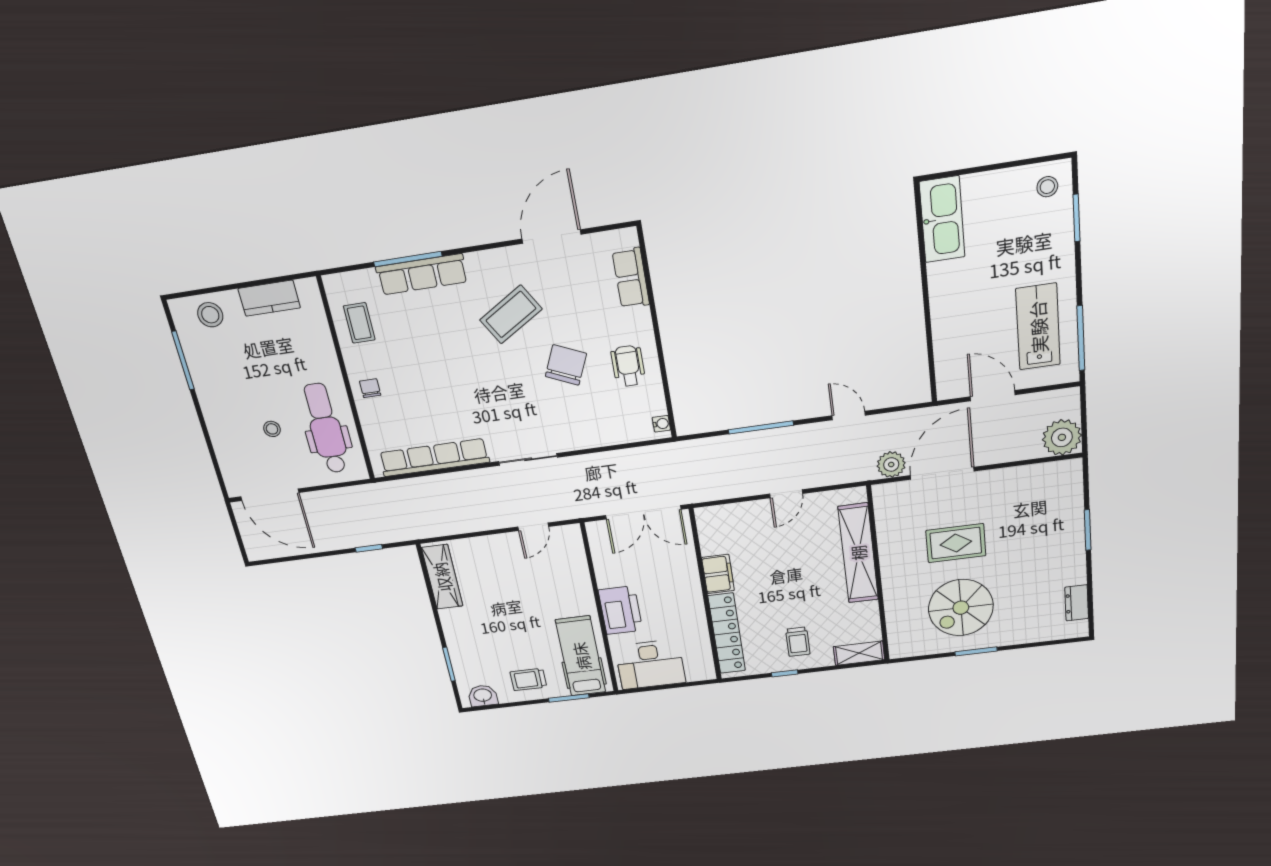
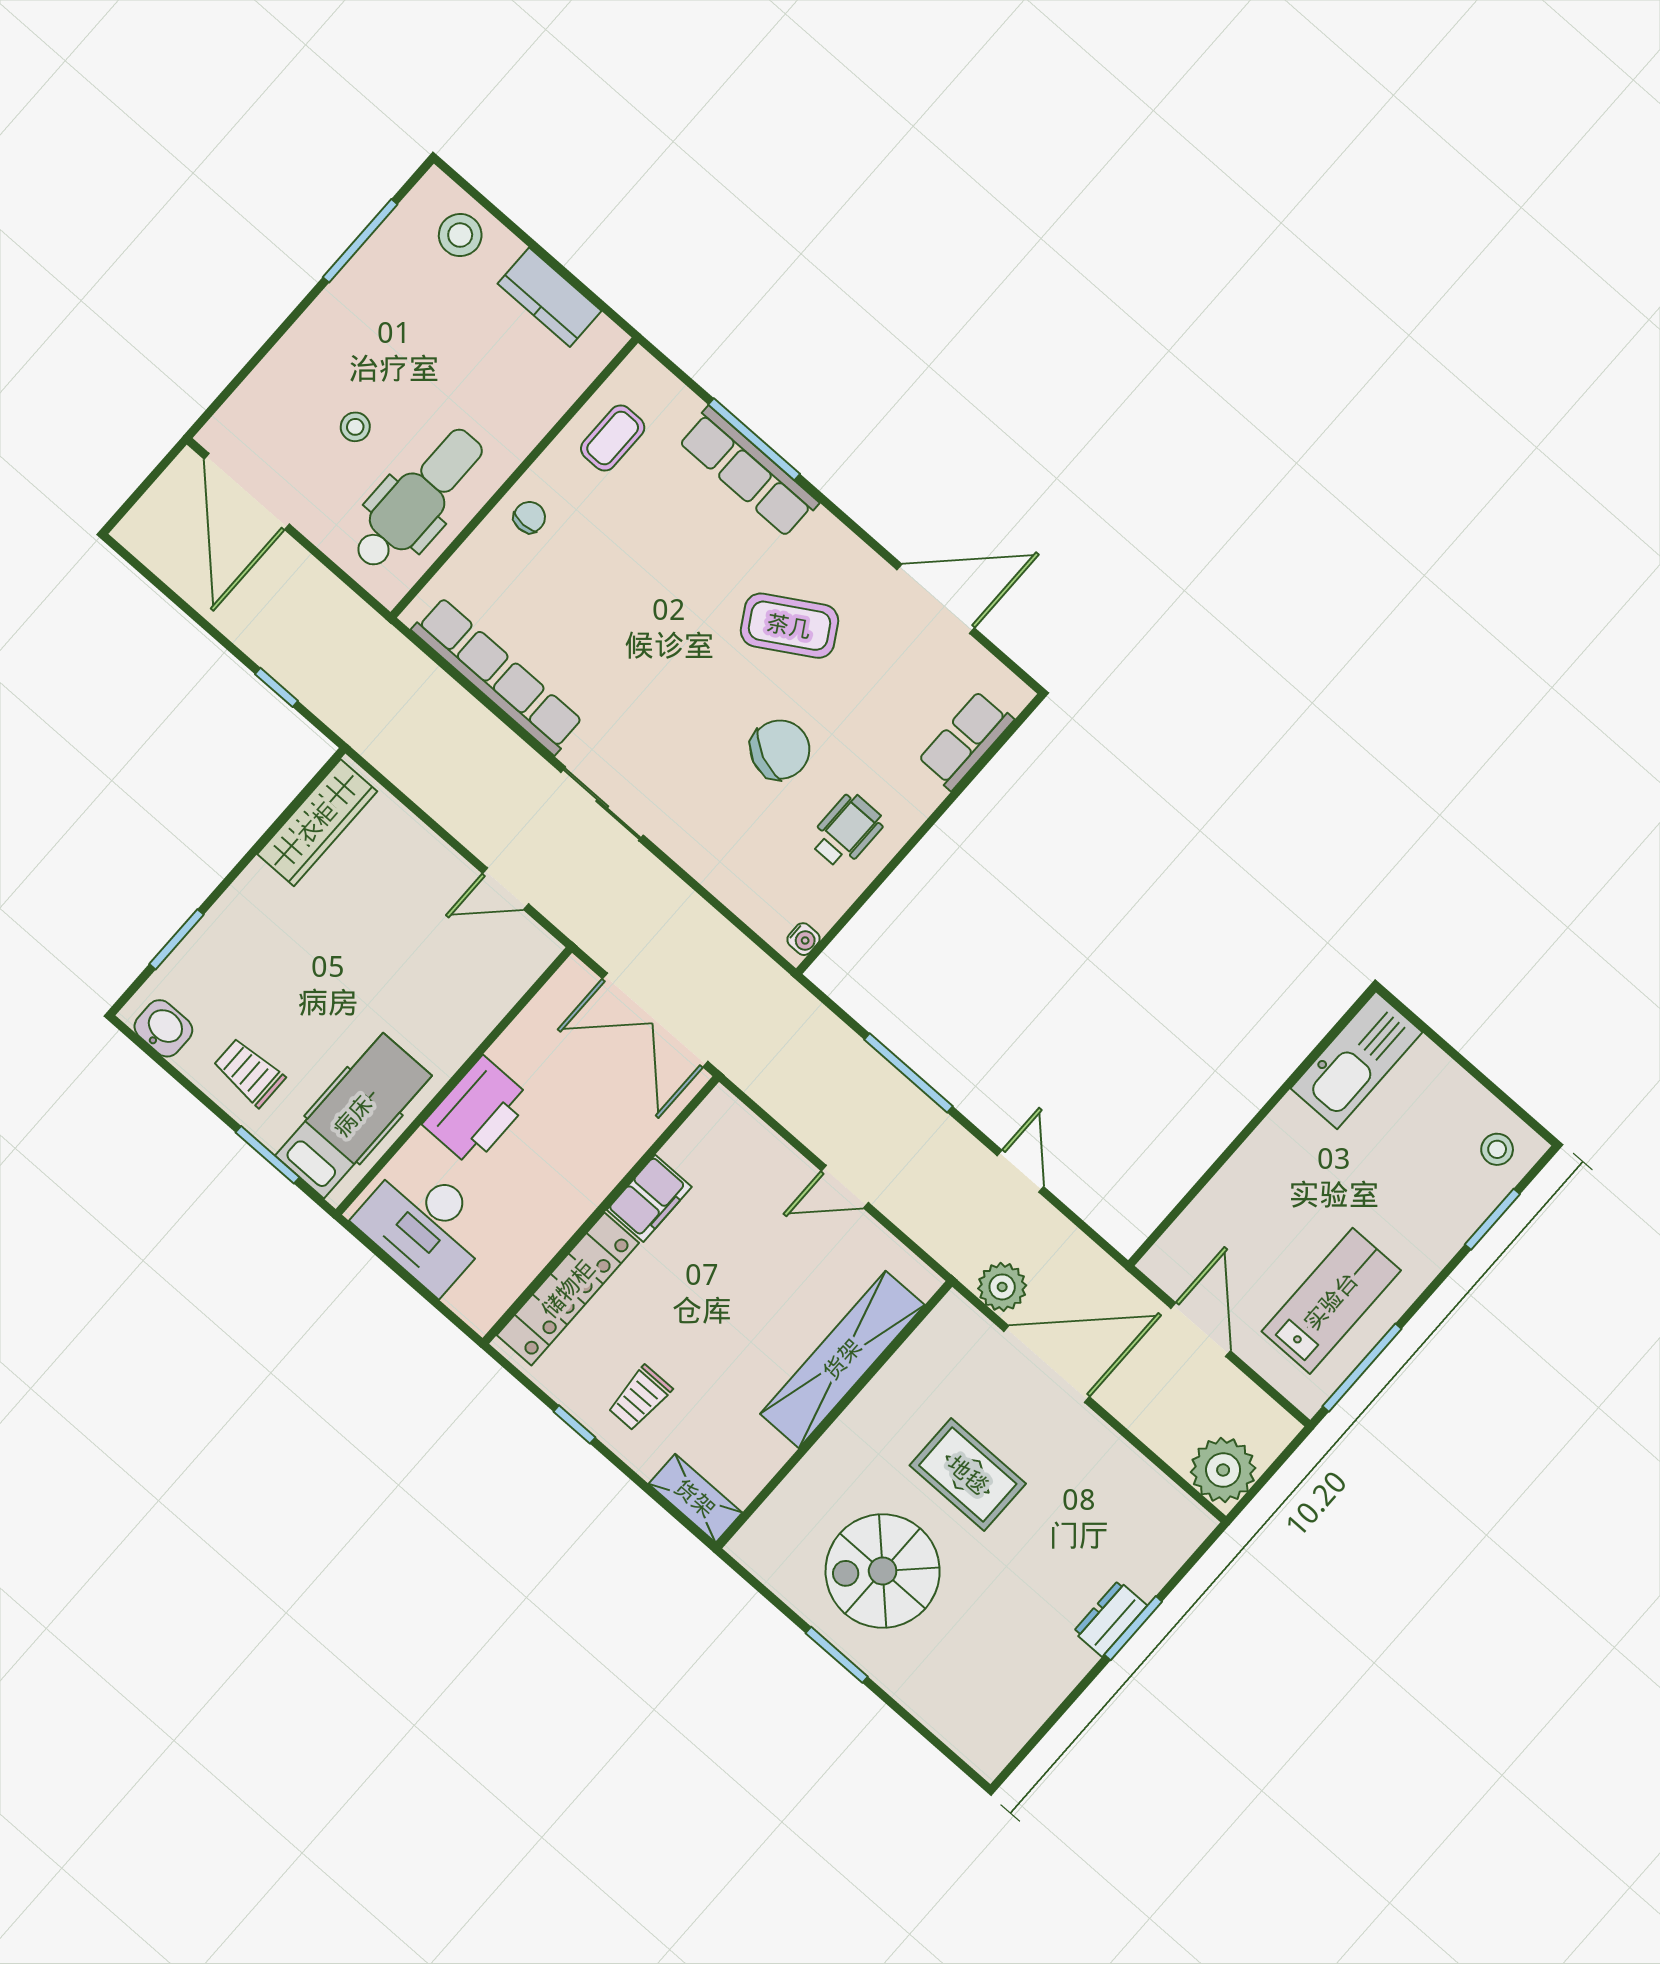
dresser: (1077, 603) -> (1110, 1619), moved

